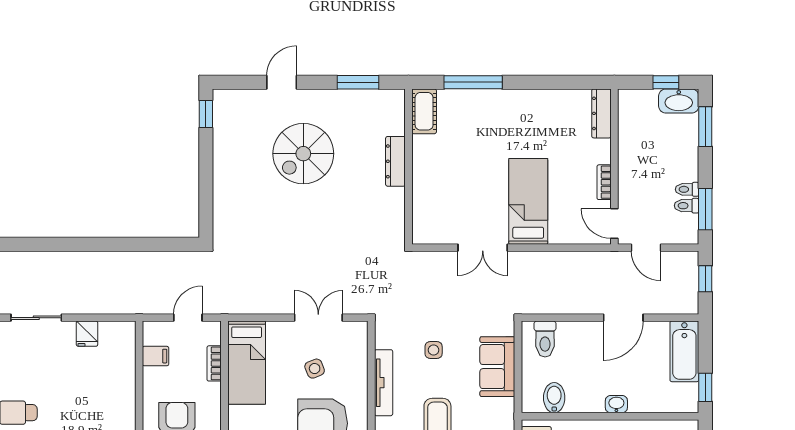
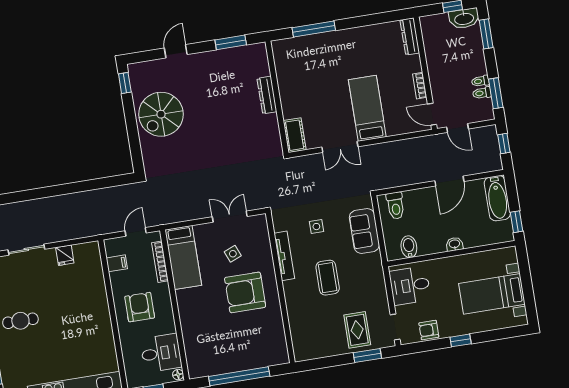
cot: (424, 111) -> (295, 135), moved
spiral stairs: (303, 154) -> (161, 114), moved
bookcase: (214, 363) -> (160, 262), width x1.56

